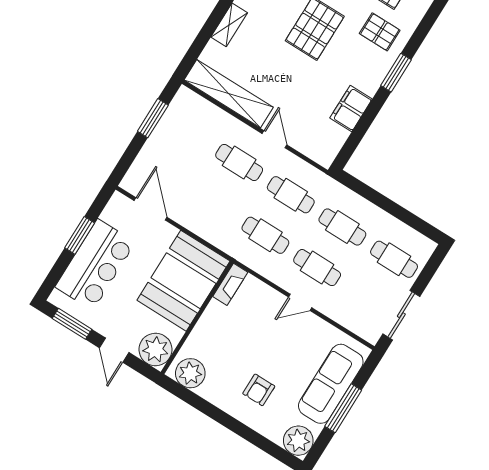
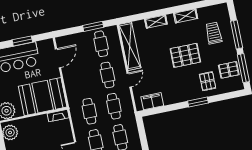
filing cabinet: (351, 109) -> (152, 101), moved
cafe table: (188, 130) -> (101, 44), added

